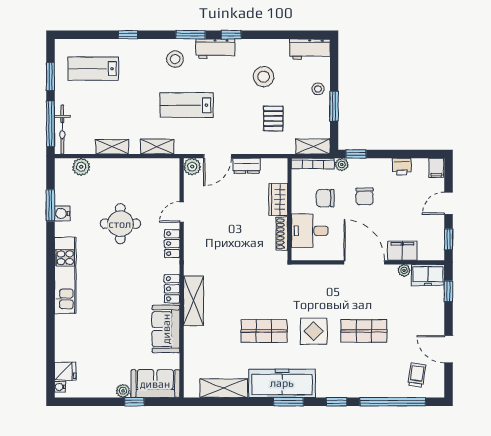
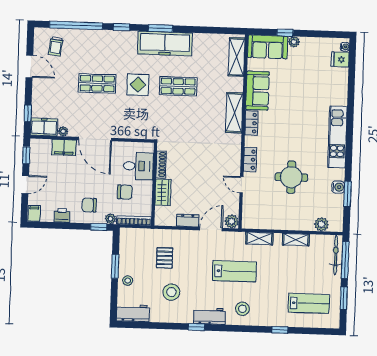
window: (191, 35) -> (229, 328), removed
shelving: (313, 146) -> (133, 234), removed
chair: (365, 196) -> (89, 205), moved, turned -90
door: (182, 212) -> (241, 185), swing flipped
shelving: (224, 388) -> (237, 57), moved, turned 90

